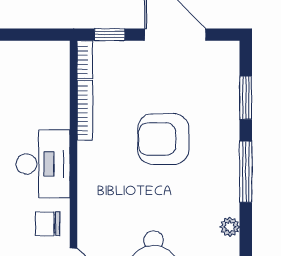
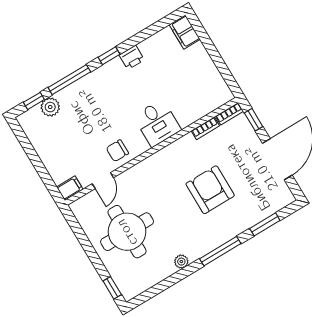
bookcase: (85, 111) -> (205, 128), width x0.64
desk: (43, 164) -> (157, 123), width x0.73
chair: (48, 224) -> (117, 151), turned -90

